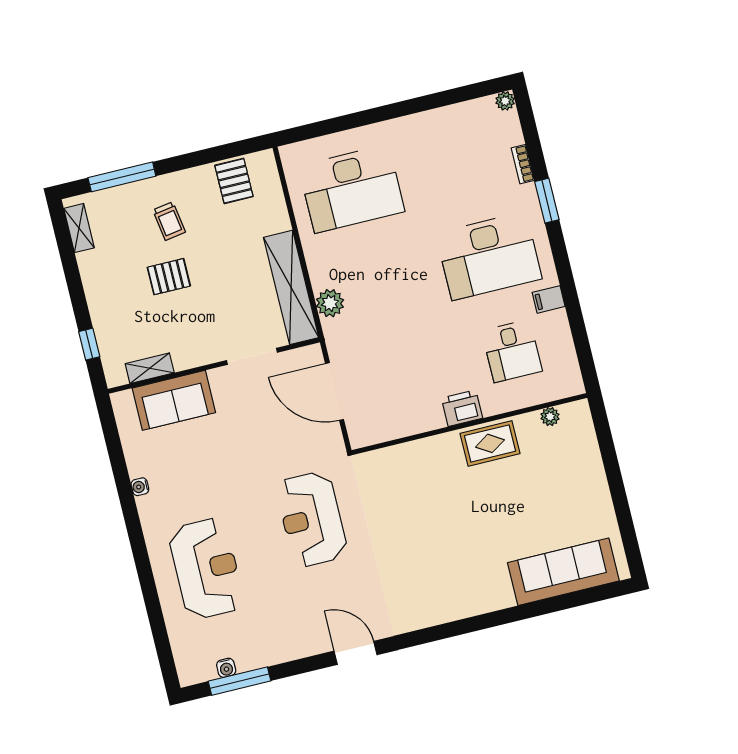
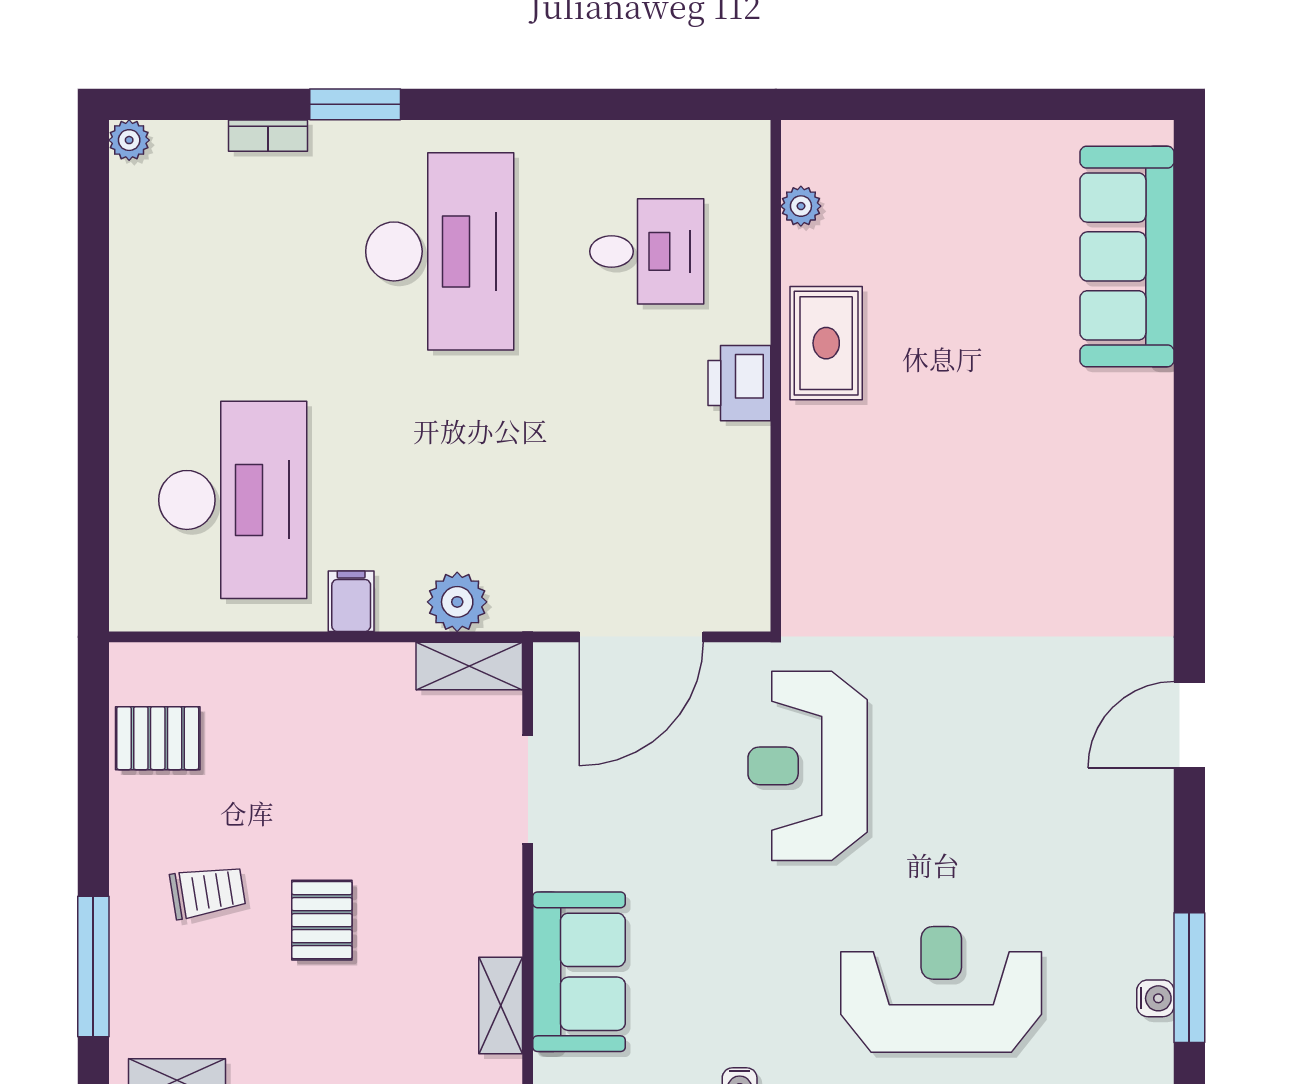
shelving: (291, 287) -> (469, 666), width x0.45, depth x0.75
filing cabinet: (549, 299) -> (351, 601), moved, turned 180
reception desk: (312, 519) -> (808, 766), moved, turned 90

